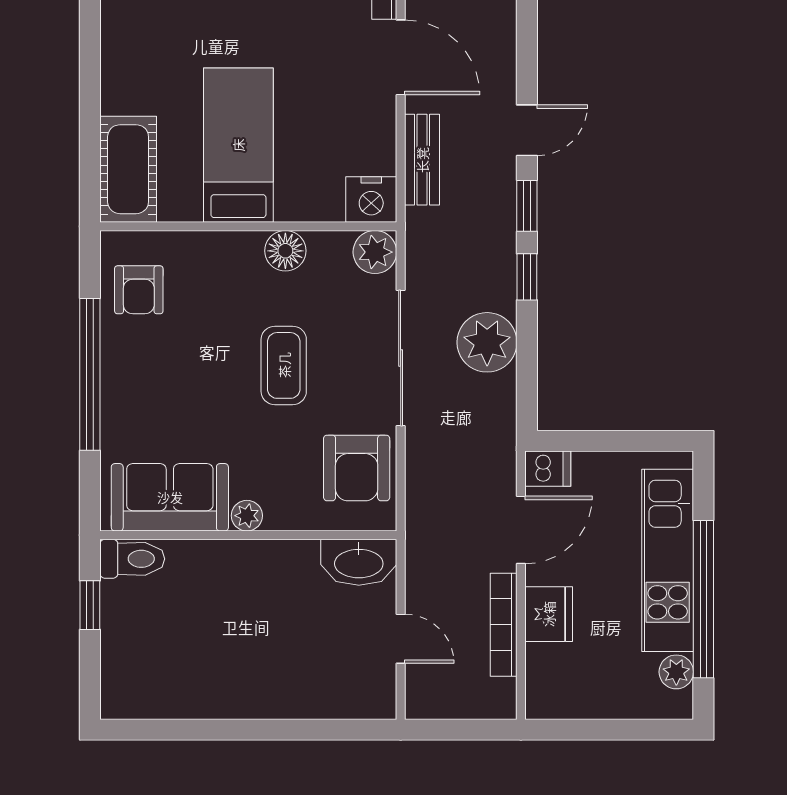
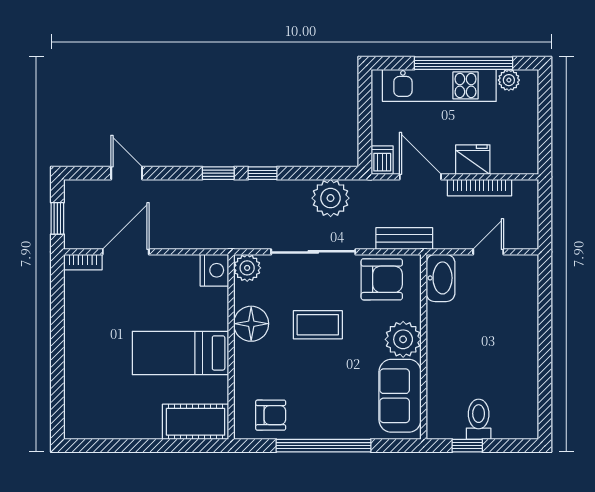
door: (527, 130) -> (127, 173), moved
bench: (422, 160) -> (404, 239), moved
floor lamp: (285, 251) -> (251, 324), width x1.38, depth x1.38
plant: (487, 342) -> (331, 198), moved
plant: (247, 516) -> (403, 339), width x1.87, depth x1.87
toilet: (132, 559) -> (479, 419), moved

